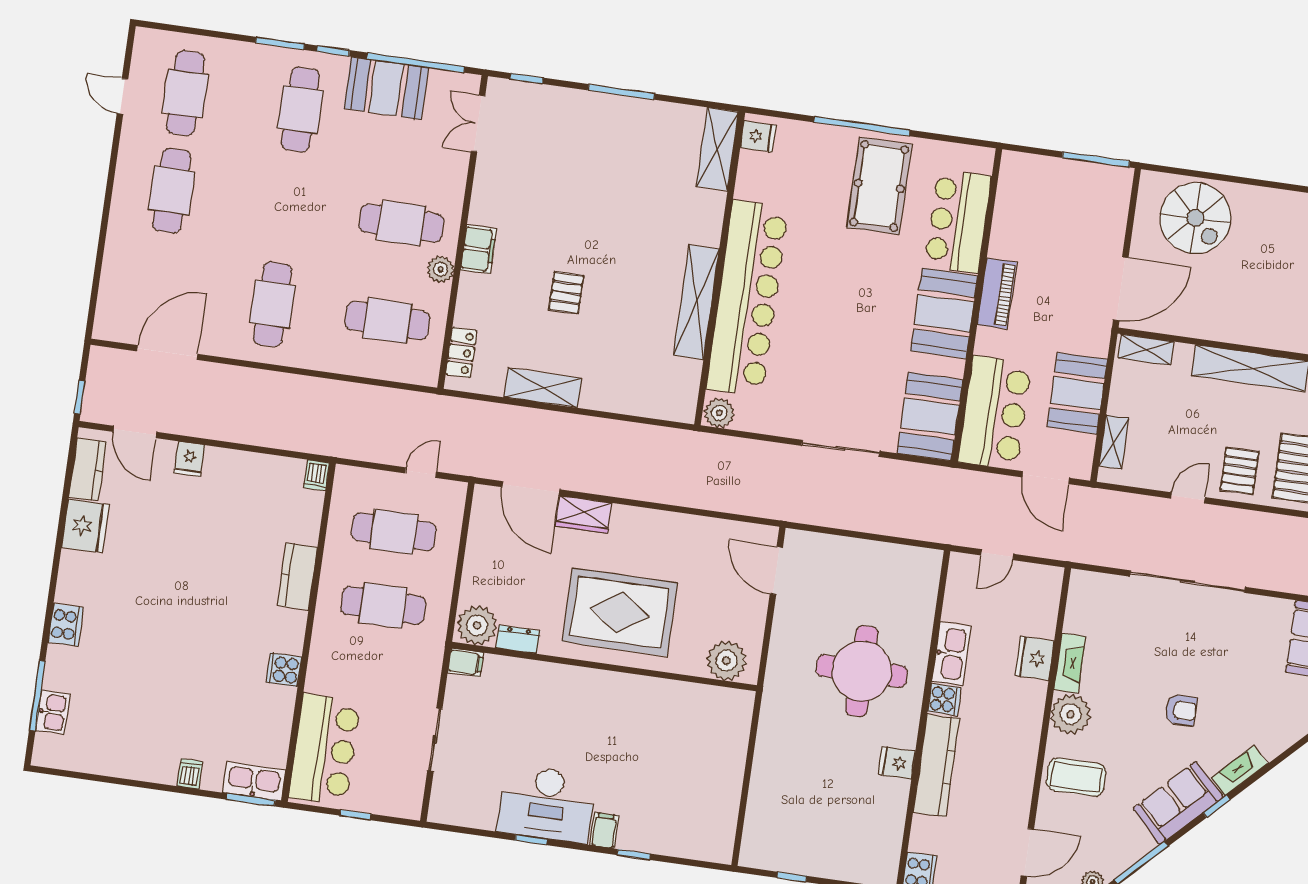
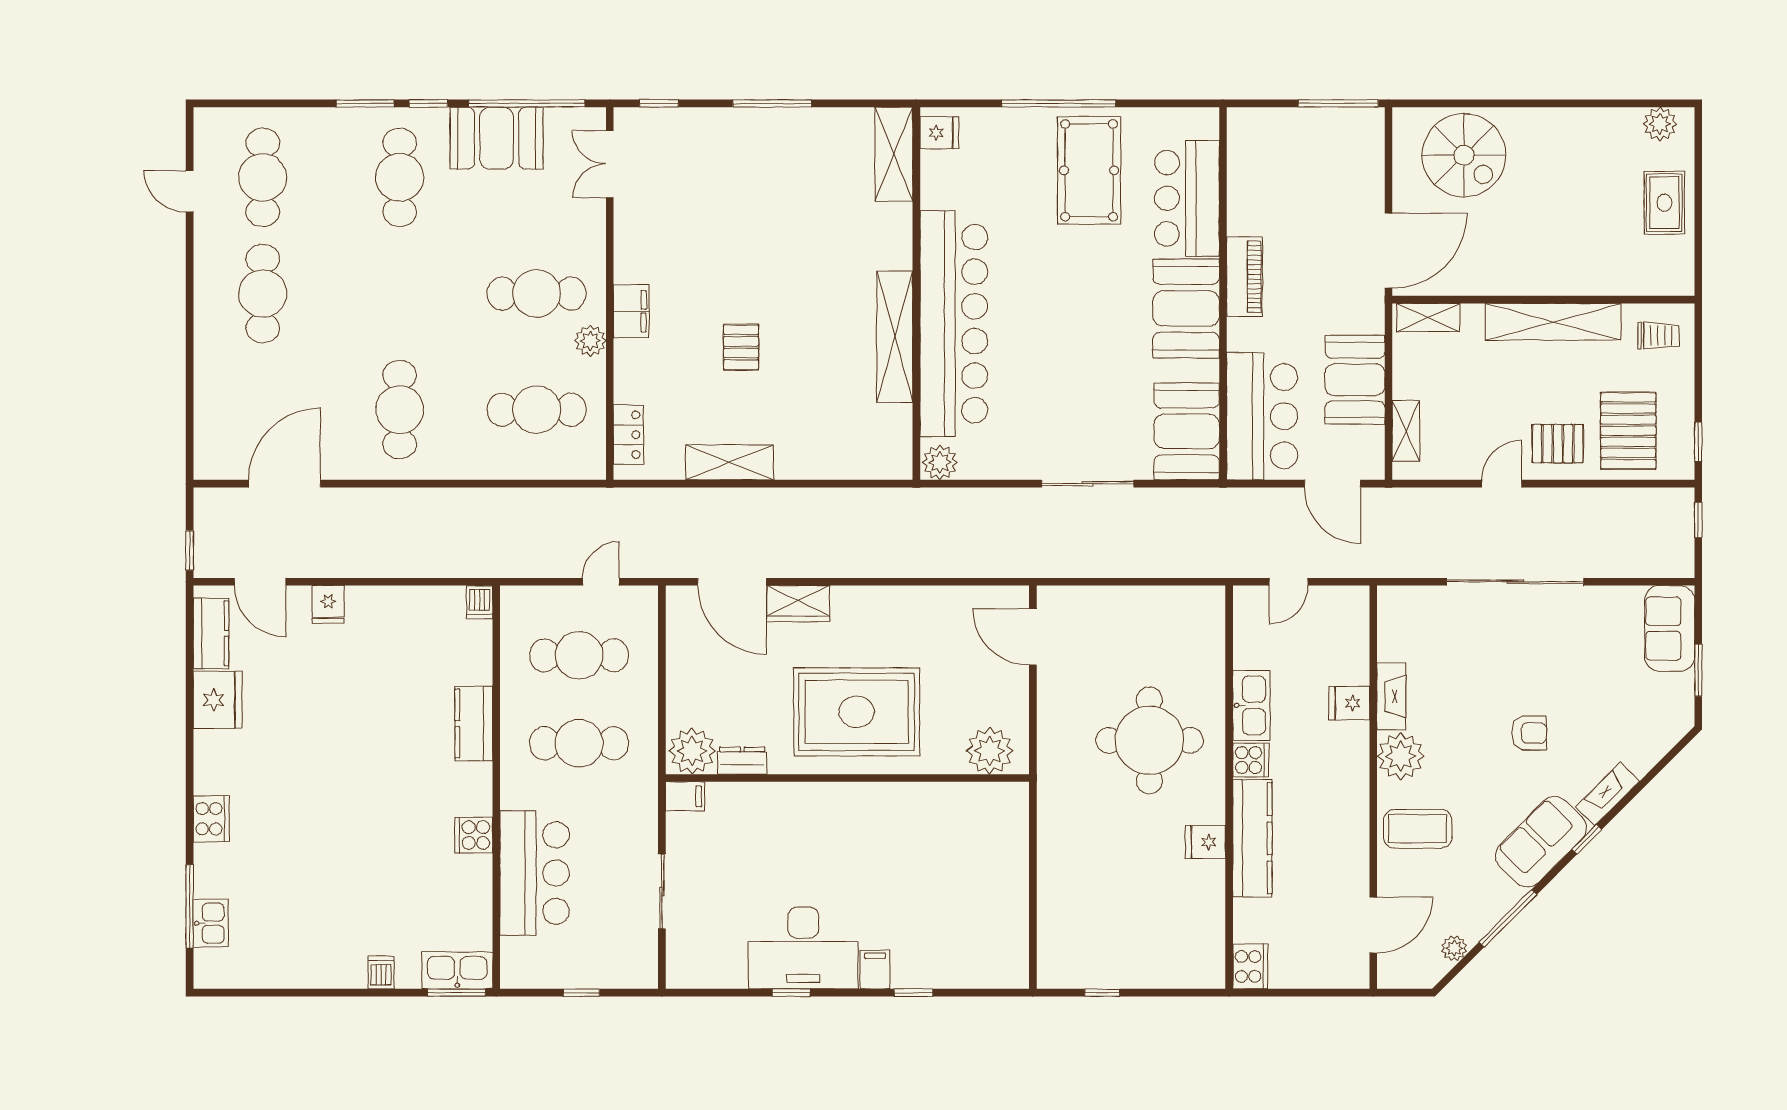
pallet: (1240, 471) -> (1558, 444), turned 90
fridge: (1035, 658) -> (1349, 703), width x0.72
bar counter: (325, 749) -> (535, 873), moved

